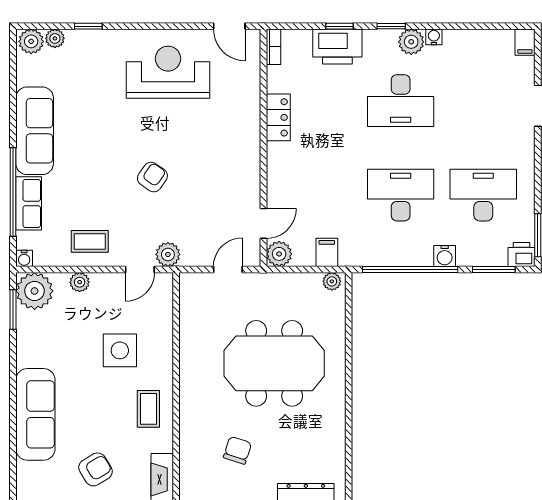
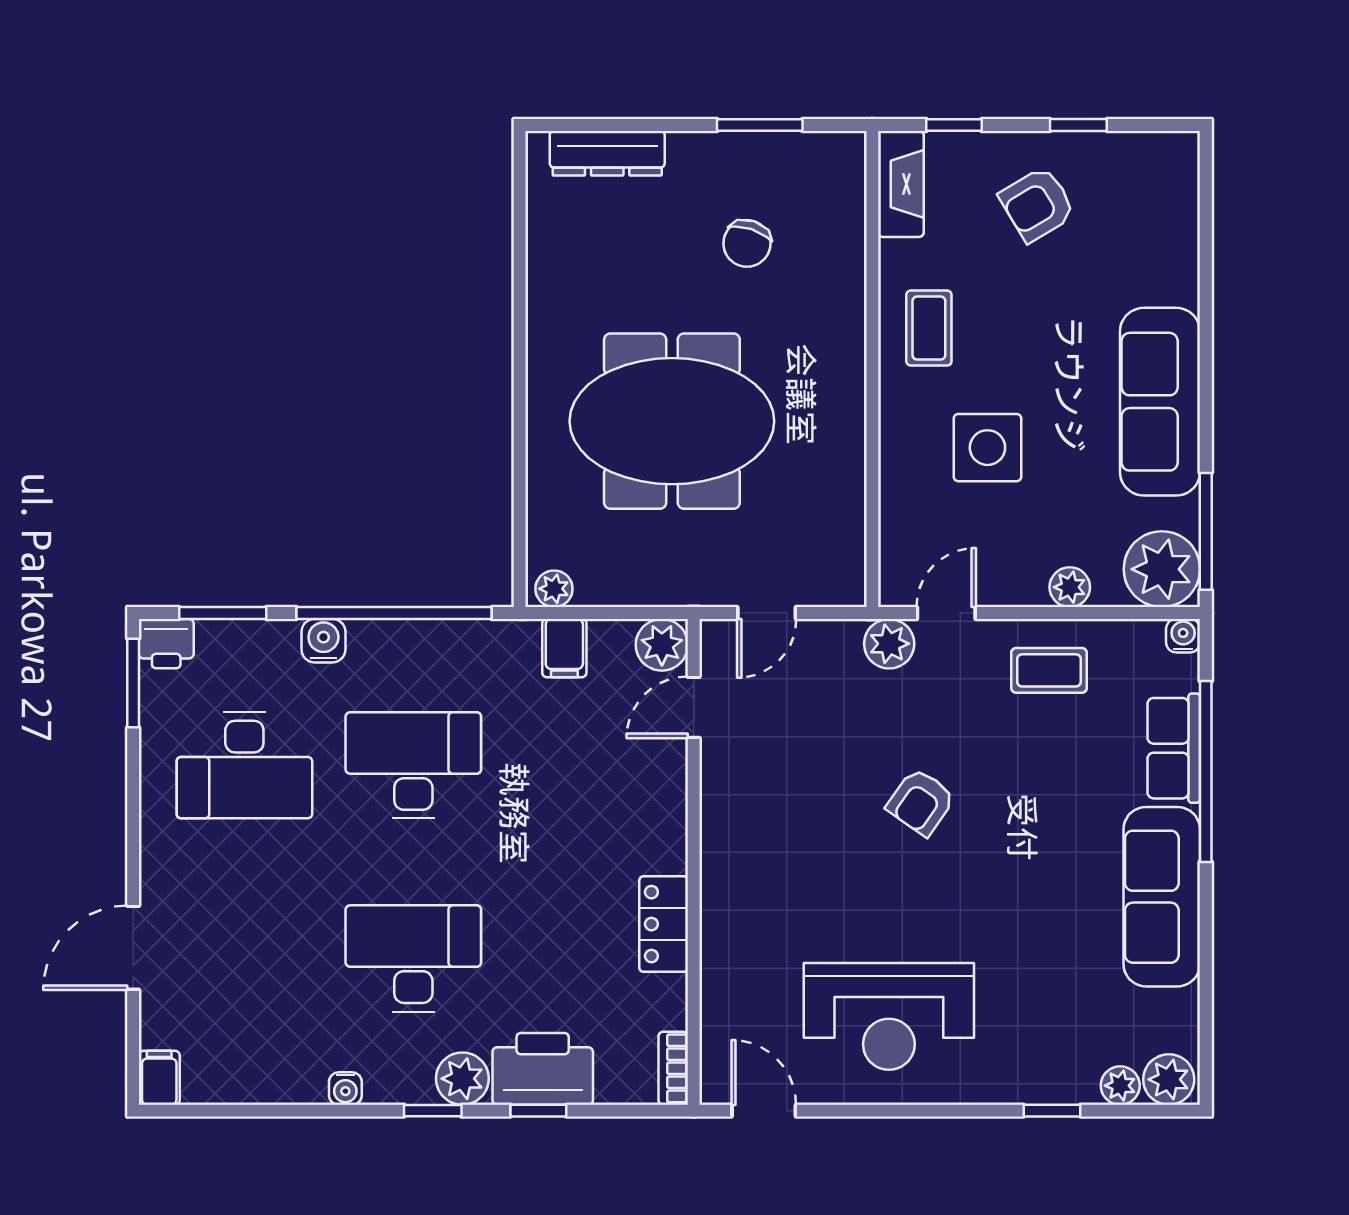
plant: (411, 42) -> (462, 1079), moved
desk: (401, 195) -> (413, 765), turned 180
window: (13, 309) -> (1206, 531), width x1.44
sofa: (35, 414) -> (1160, 402), moved

